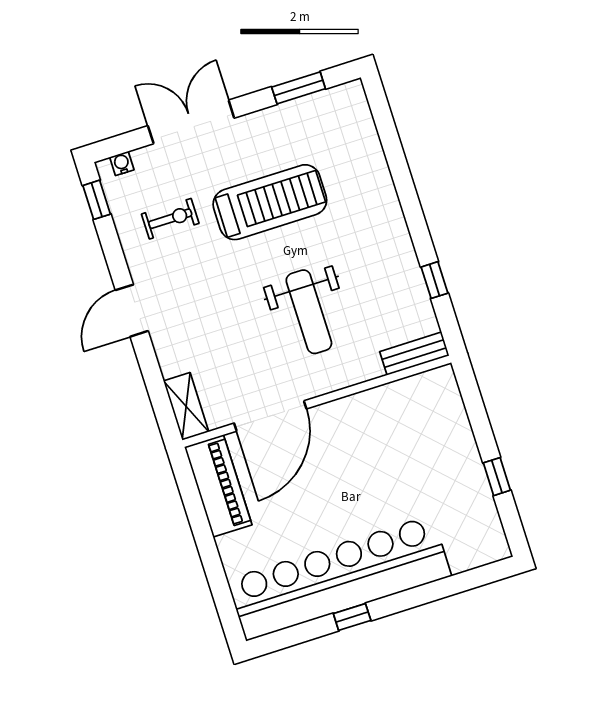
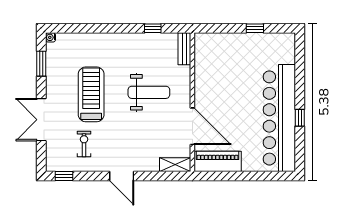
water cooler: (122, 163) -> (51, 37), moved

